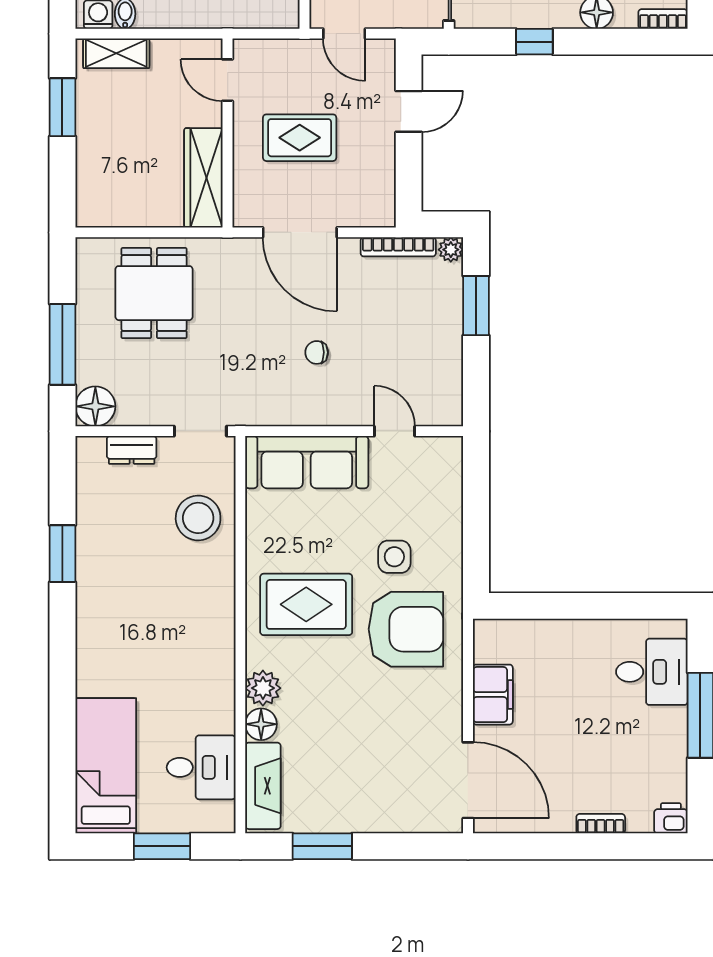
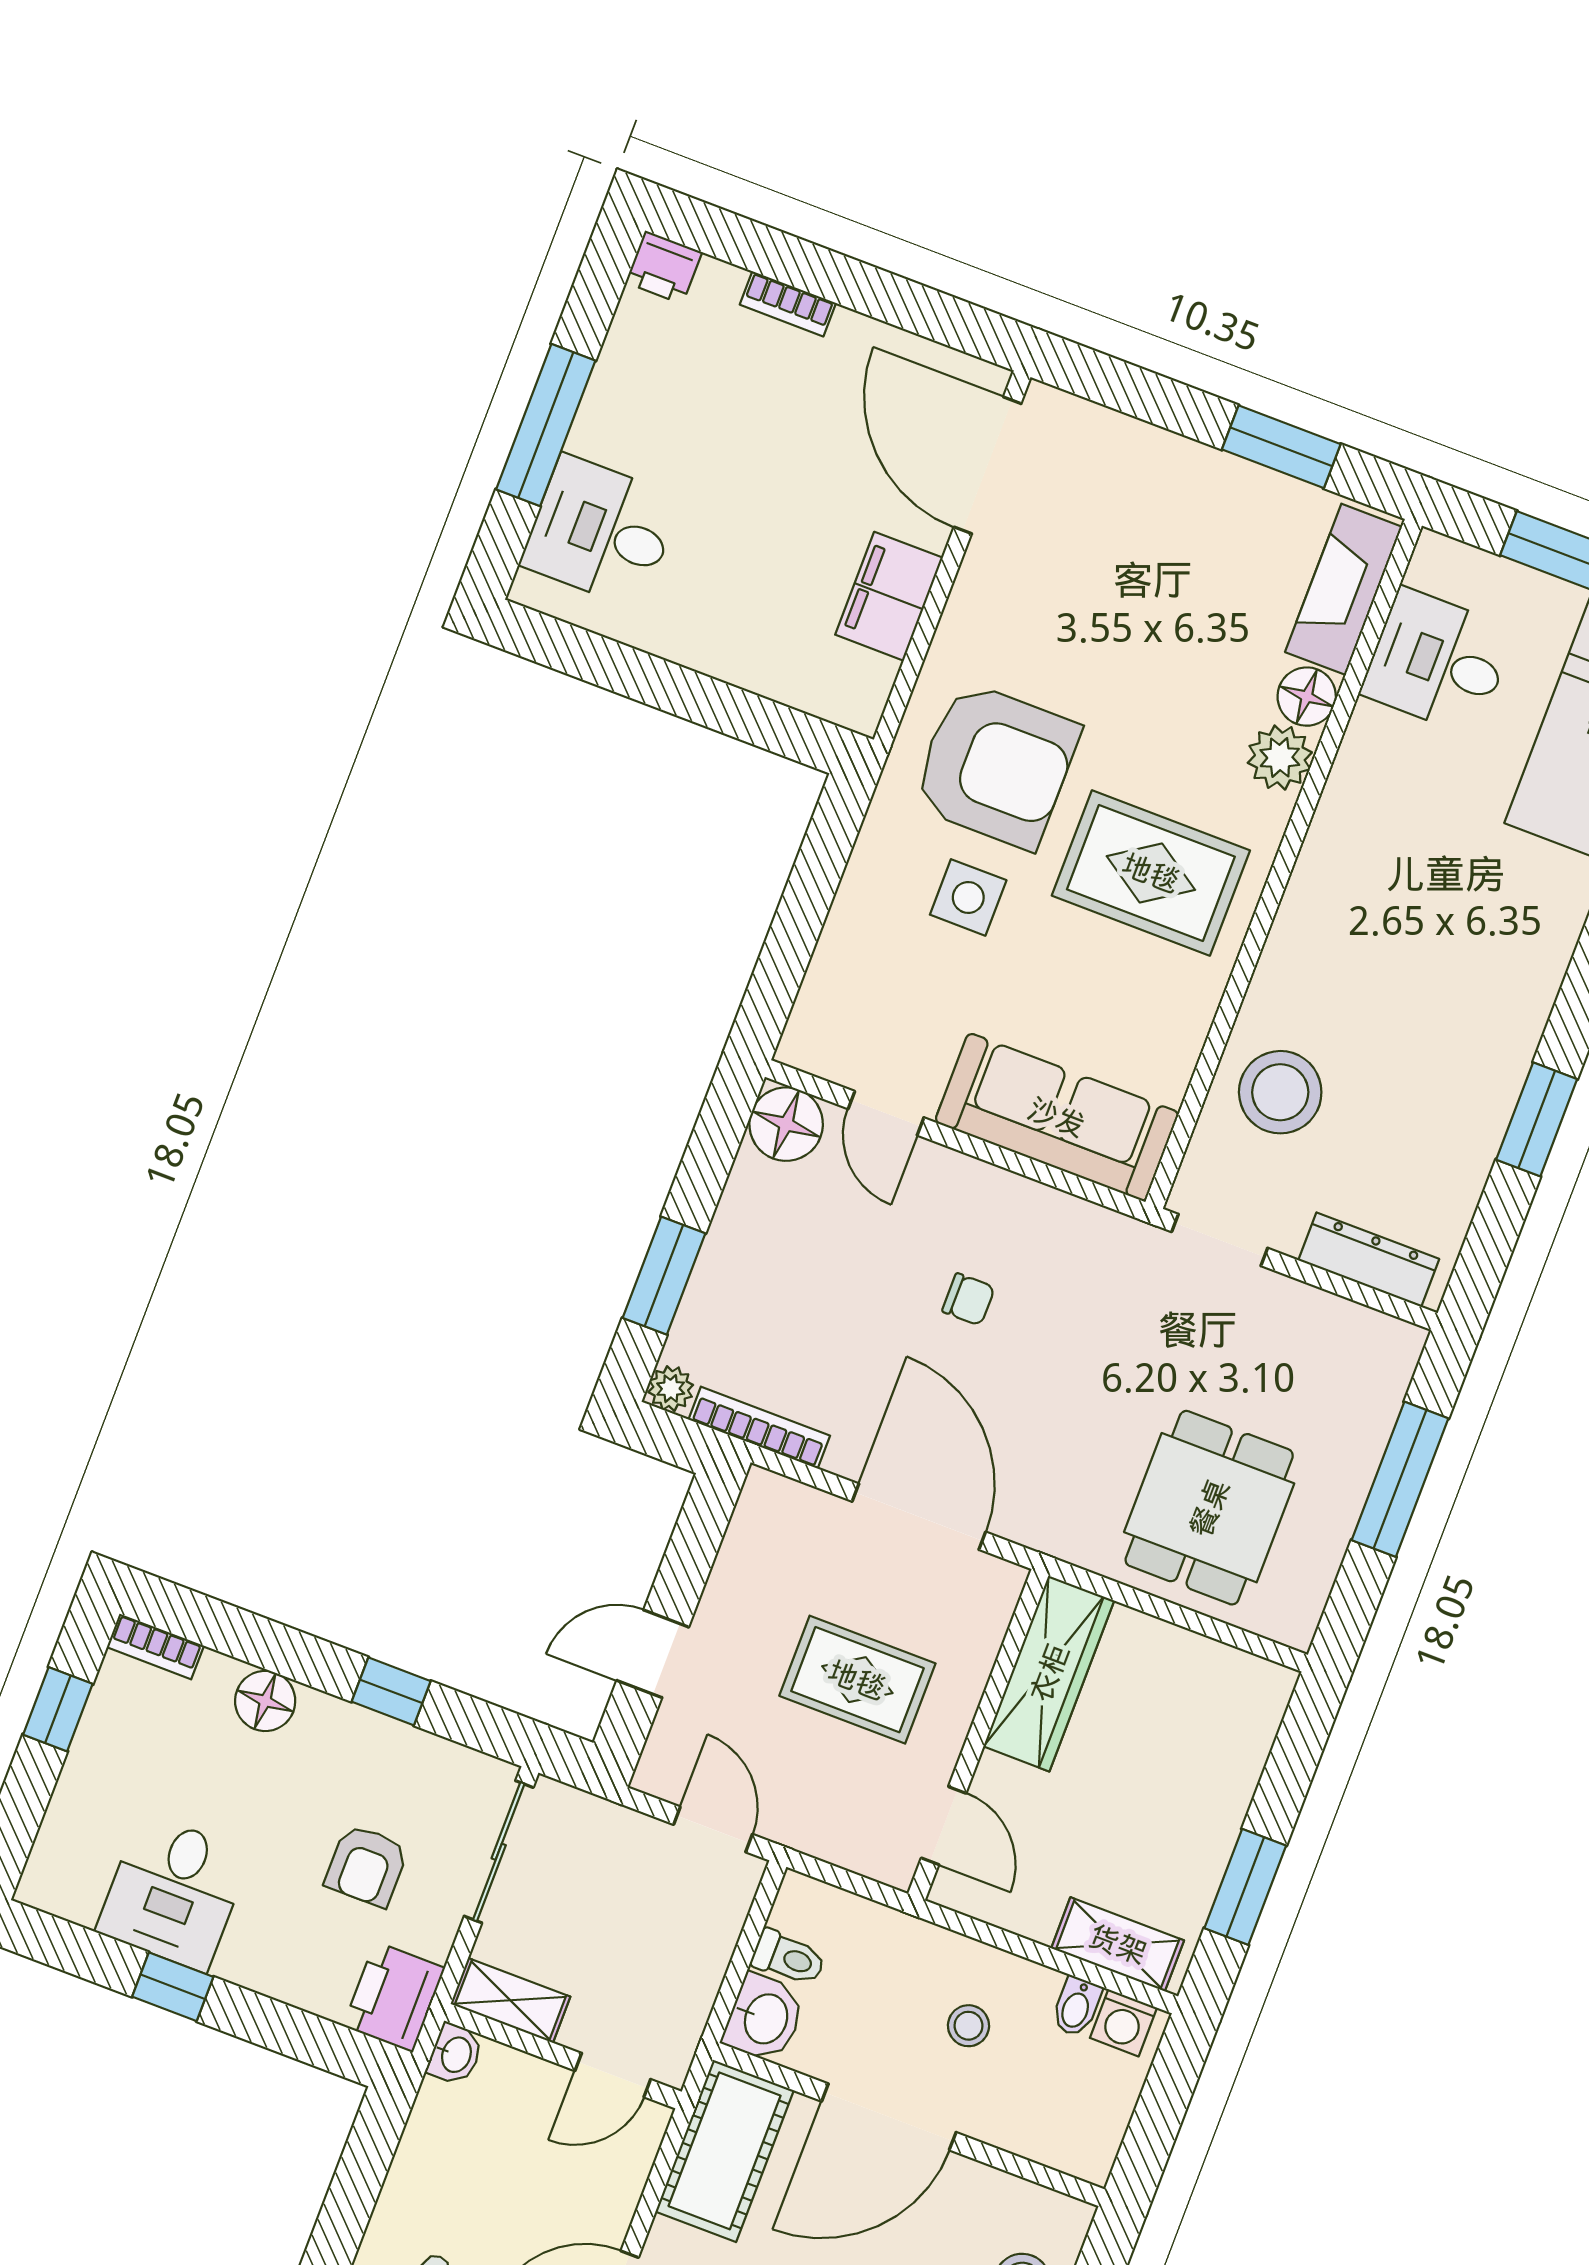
floor lamp: (95, 406) -> (786, 1124), moved
dresser: (132, 450) -> (1369, 1260), width x1.44
armchair: (406, 629) -> (996, 765), turned 180

